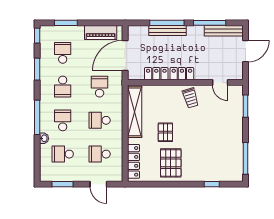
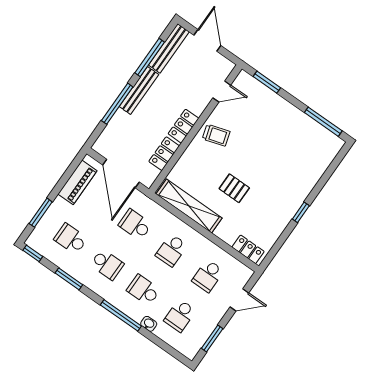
bench: (167, 31) -> (139, 90), moved
locker: (134, 161) -> (248, 249), width x0.66
pallet: (171, 163) -> (271, 206), removed
window: (212, 184) -> (301, 212), moved

